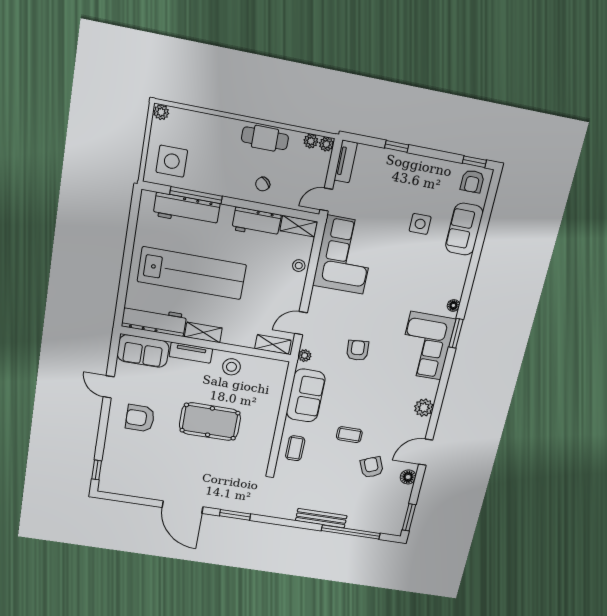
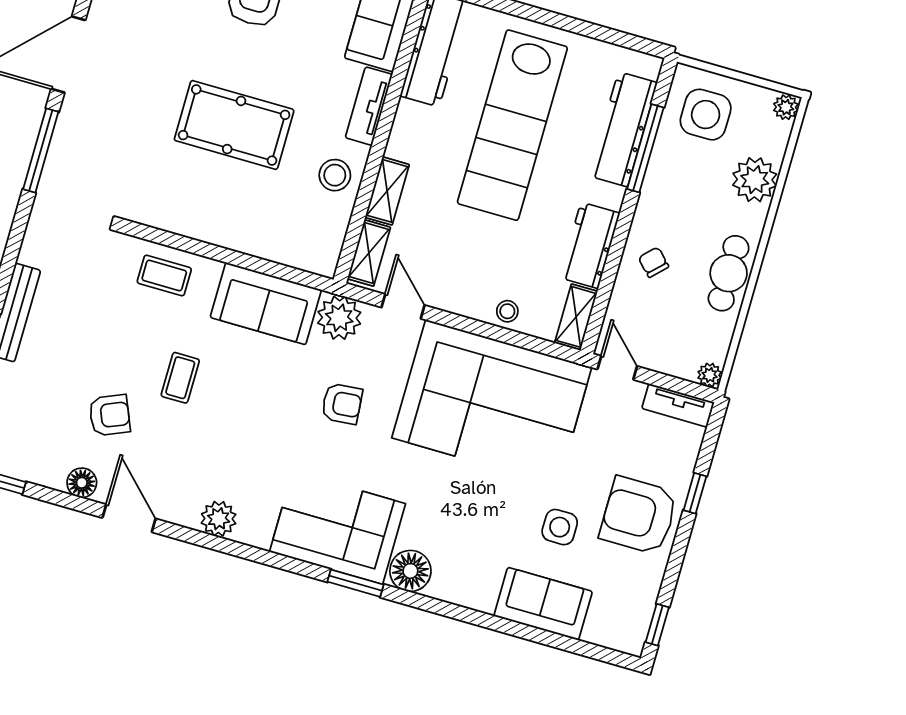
plant: (311, 141) -> (755, 180), moved, width x1.88, depth x1.88
armchair: (472, 181) -> (639, 516), moved, width x1.88, depth x1.88
corner sofa: (345, 255) -> (492, 403), width x1.36, depth x1.36
floor lamp: (453, 305) -> (410, 571), width x1.89, depth x1.89
shelving: (203, 332) -> (387, 191), moved
plant: (305, 356) -> (339, 318), width x1.87, depth x1.87
pool table: (210, 422) -> (234, 125), turned 90
window: (235, 515) -> (41, 151), width x1.44

